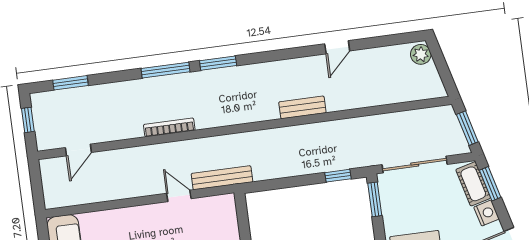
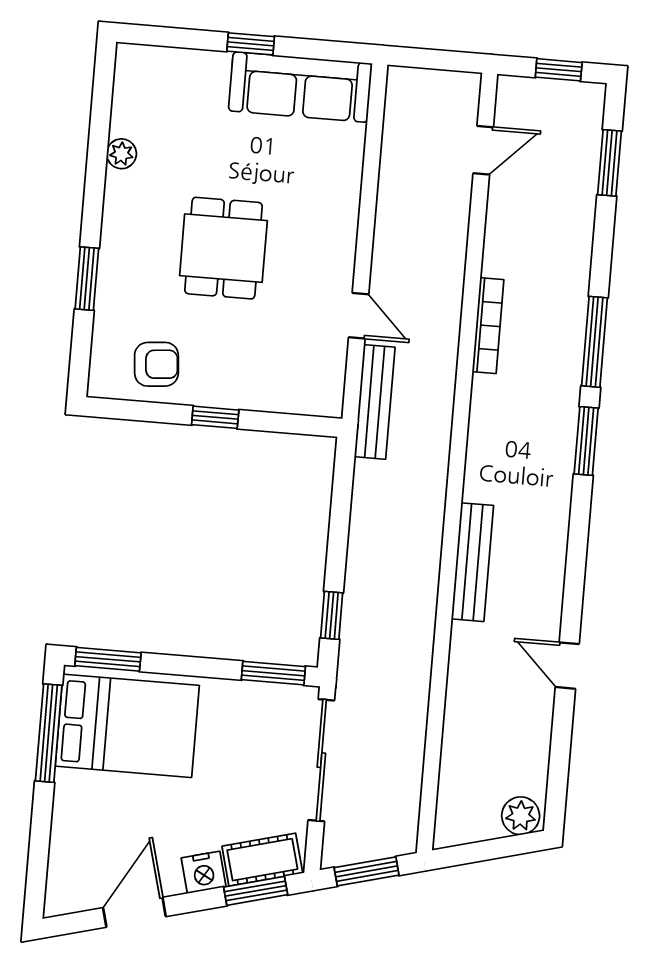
bench: (302, 107) -> (472, 562), width x1.36
door: (78, 150) -> (483, 150), swing flipped
door: (179, 196) -> (359, 316), hinge flipped

